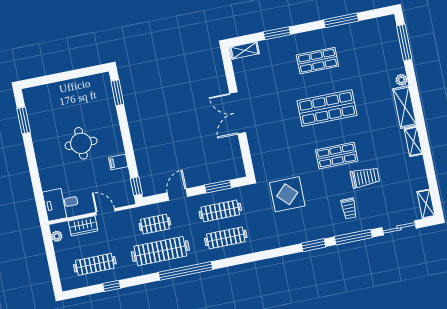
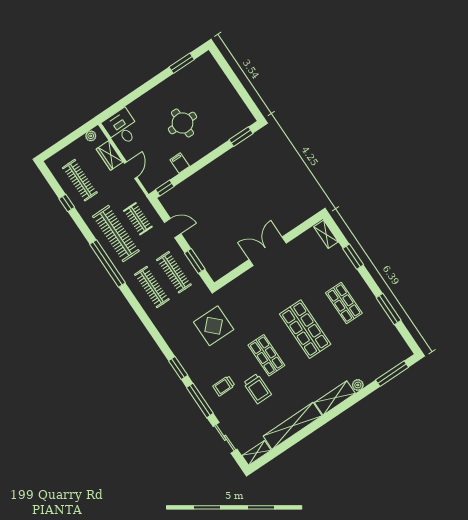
shelving: (413, 141) -> (293, 426), width x2.20, depth x1.33

